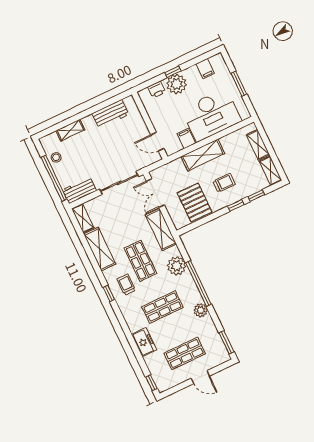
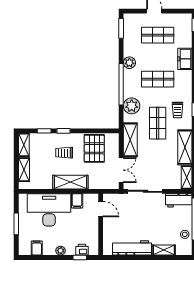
window: (173, 72) -> (80, 257), moved
plant: (177, 84) -> (61, 251), width x0.53, depth x0.53
workbench: (110, 114) -> (132, 248), width x1.38

